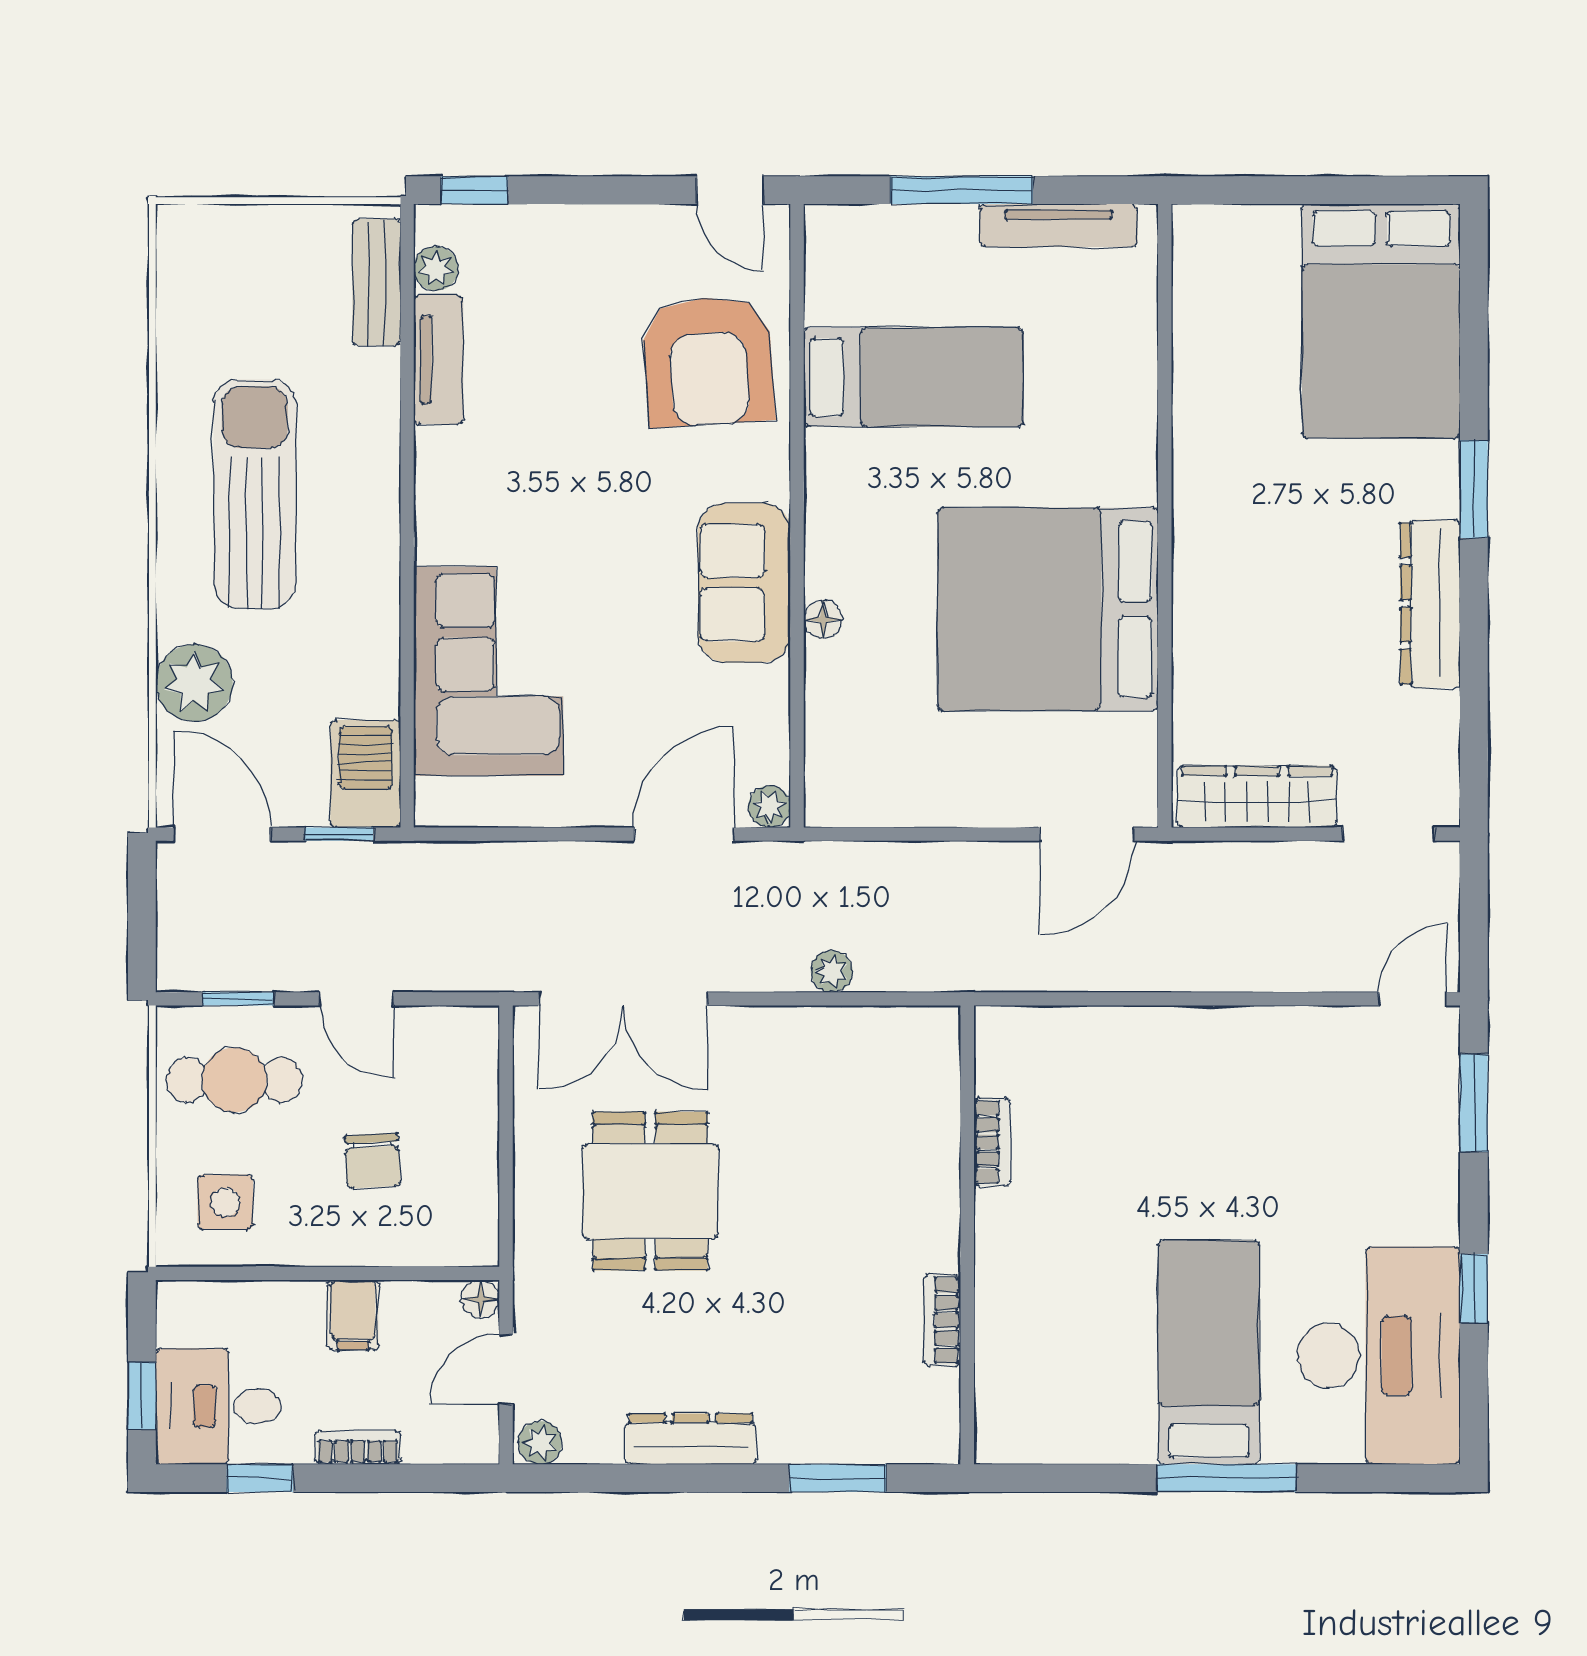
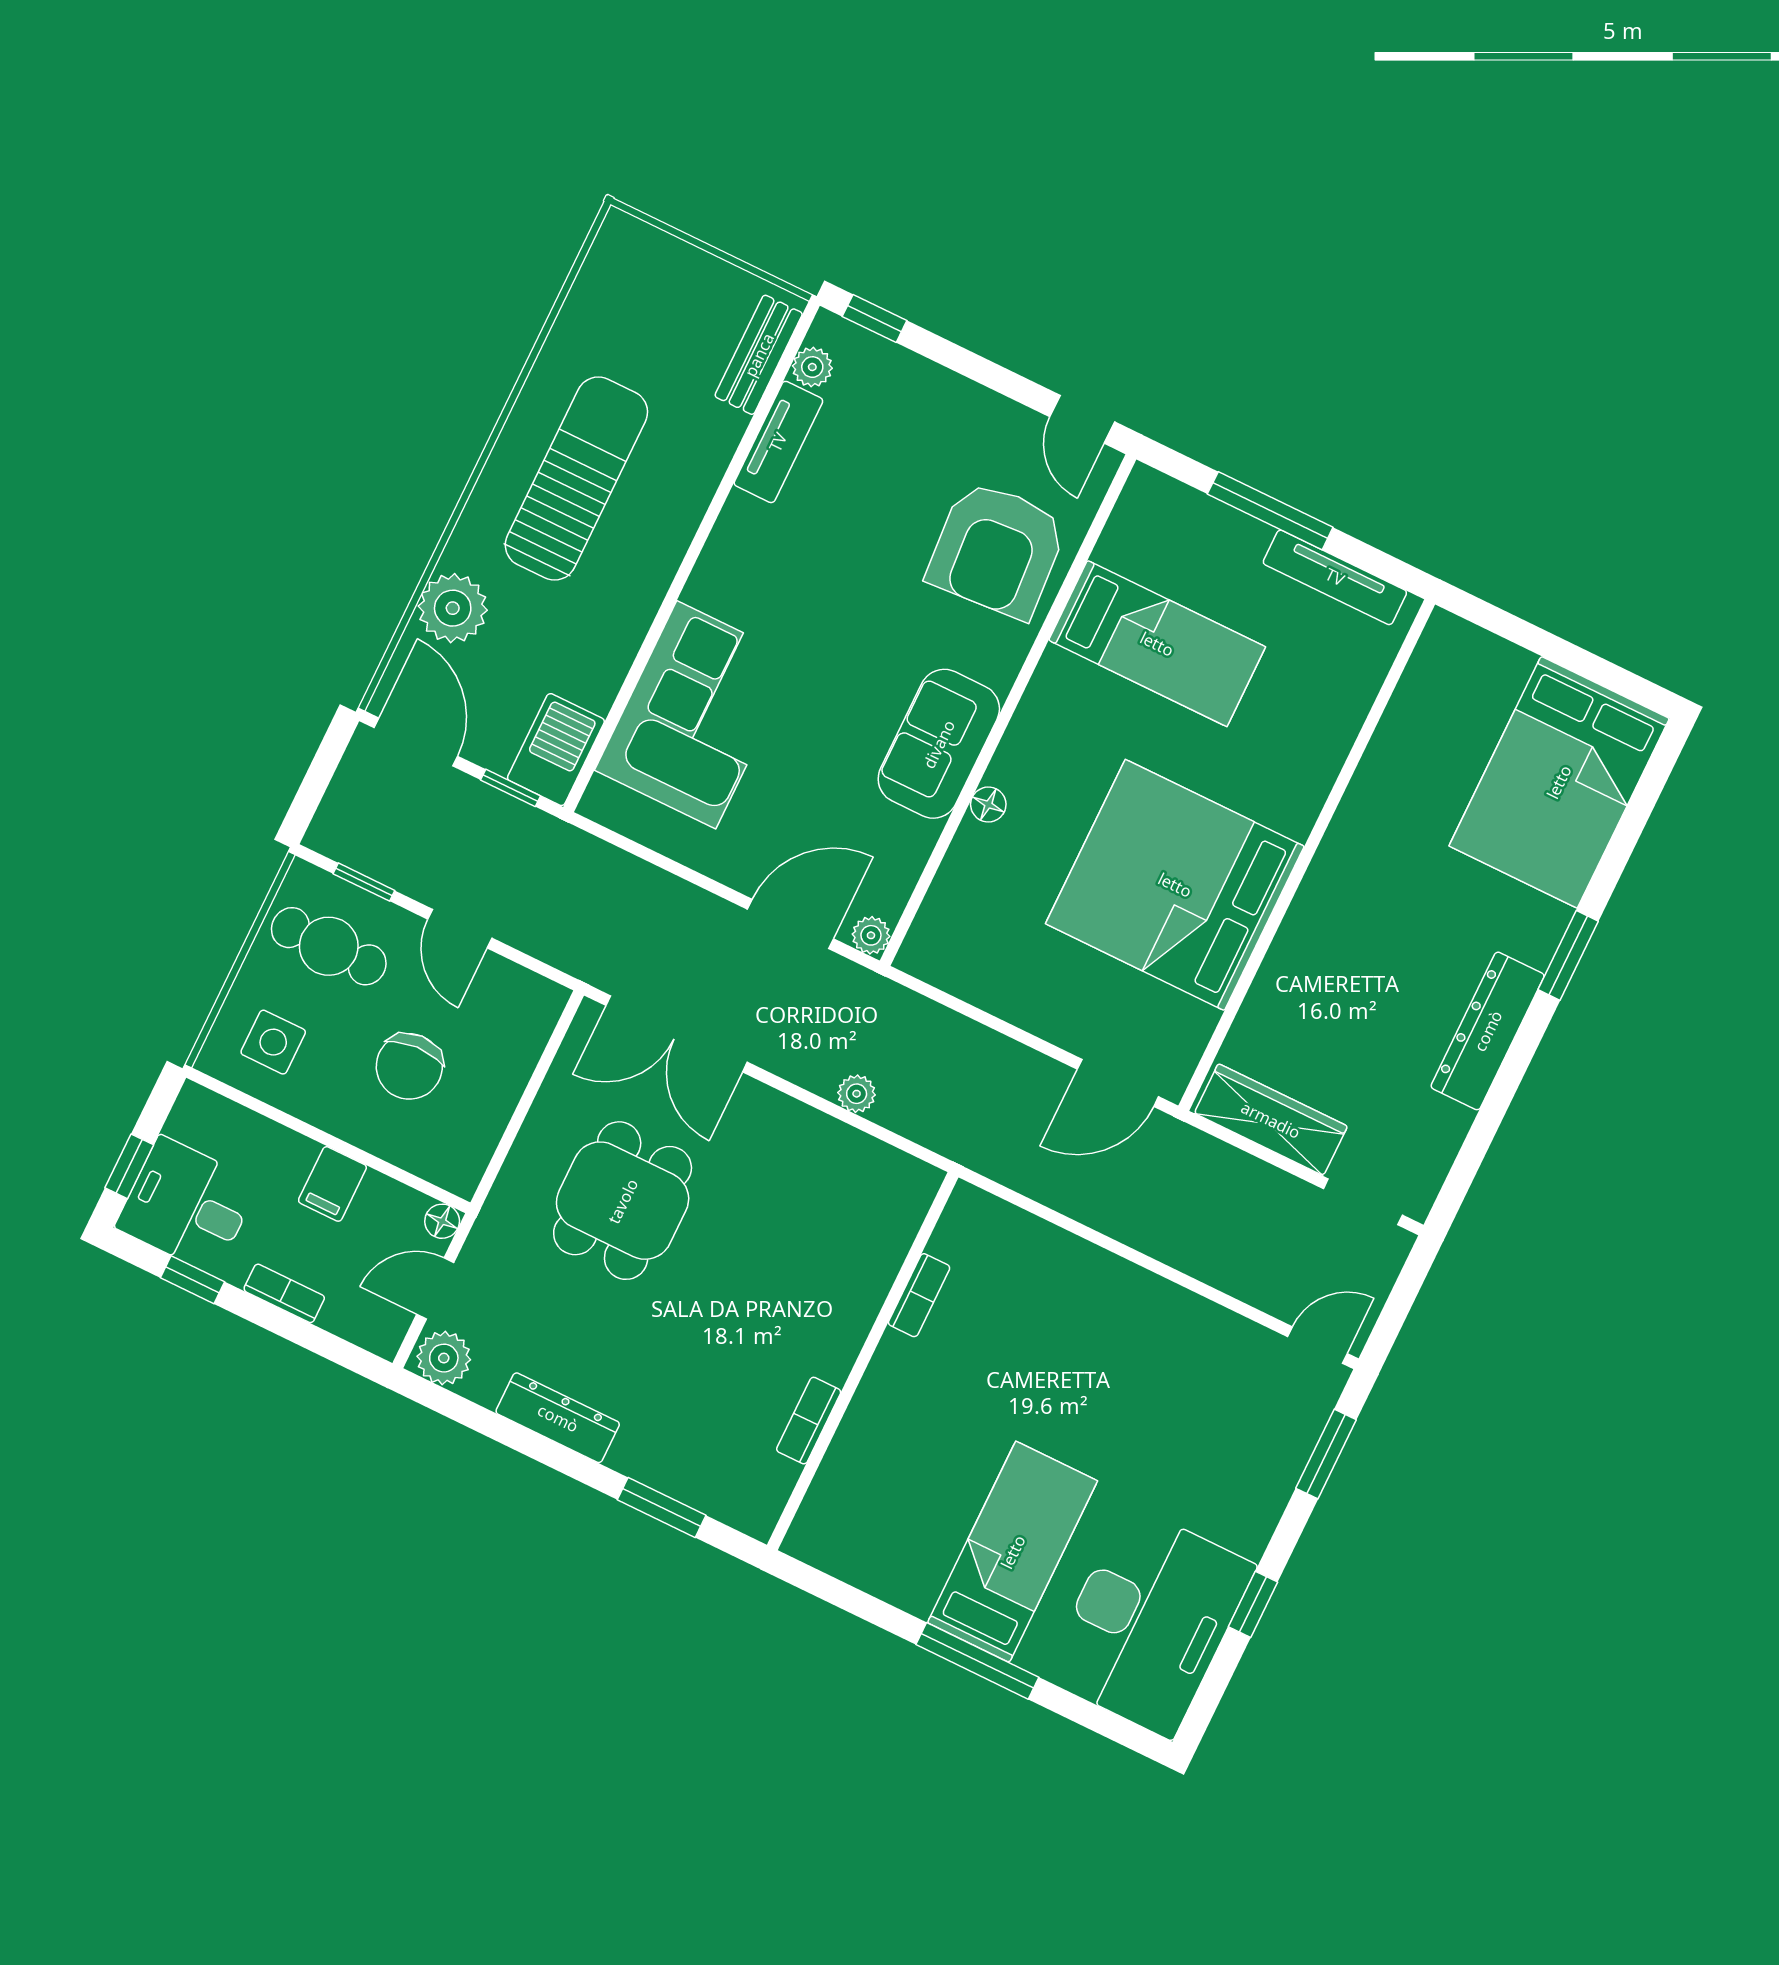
chair: (373, 1161) -> (409, 1066), width x1.37, depth x1.37
plant: (540, 1443) -> (444, 1358), width x1.38, depth x1.38

